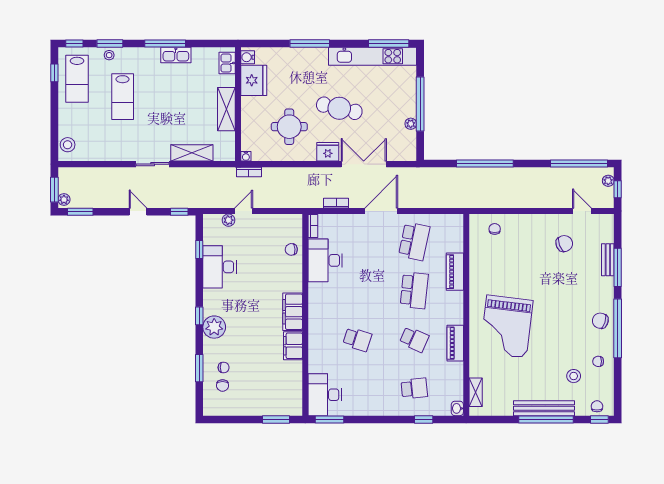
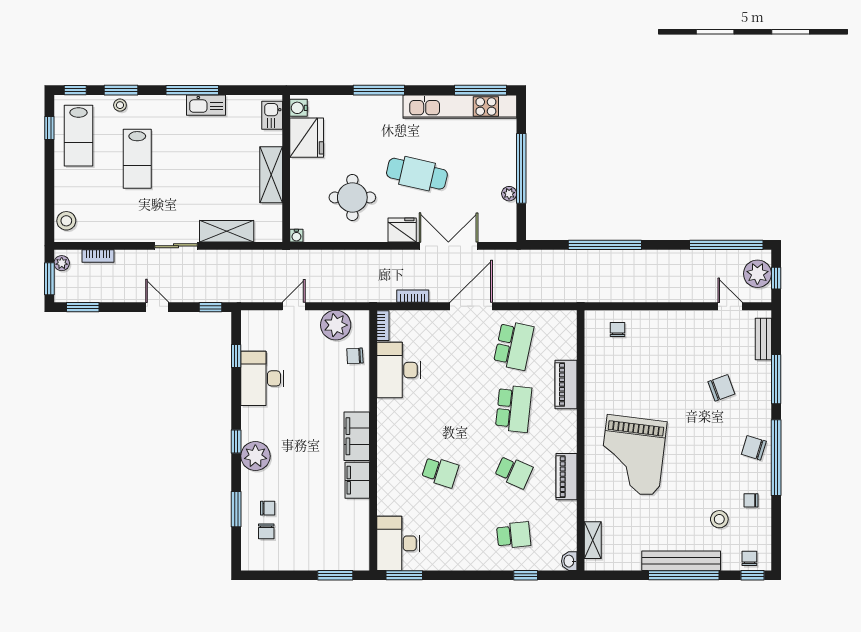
bookcase: (249, 172) -> (98, 256), moved
plant: (608, 181) -> (757, 274), width x1.88, depth x1.88
plant: (64, 200) -> (62, 263), moved
plant: (229, 220) -> (336, 325), moved, width x1.88, depth x1.88
chair: (564, 244) -> (721, 388), moved
bench: (608, 260) -> (763, 339), moved

